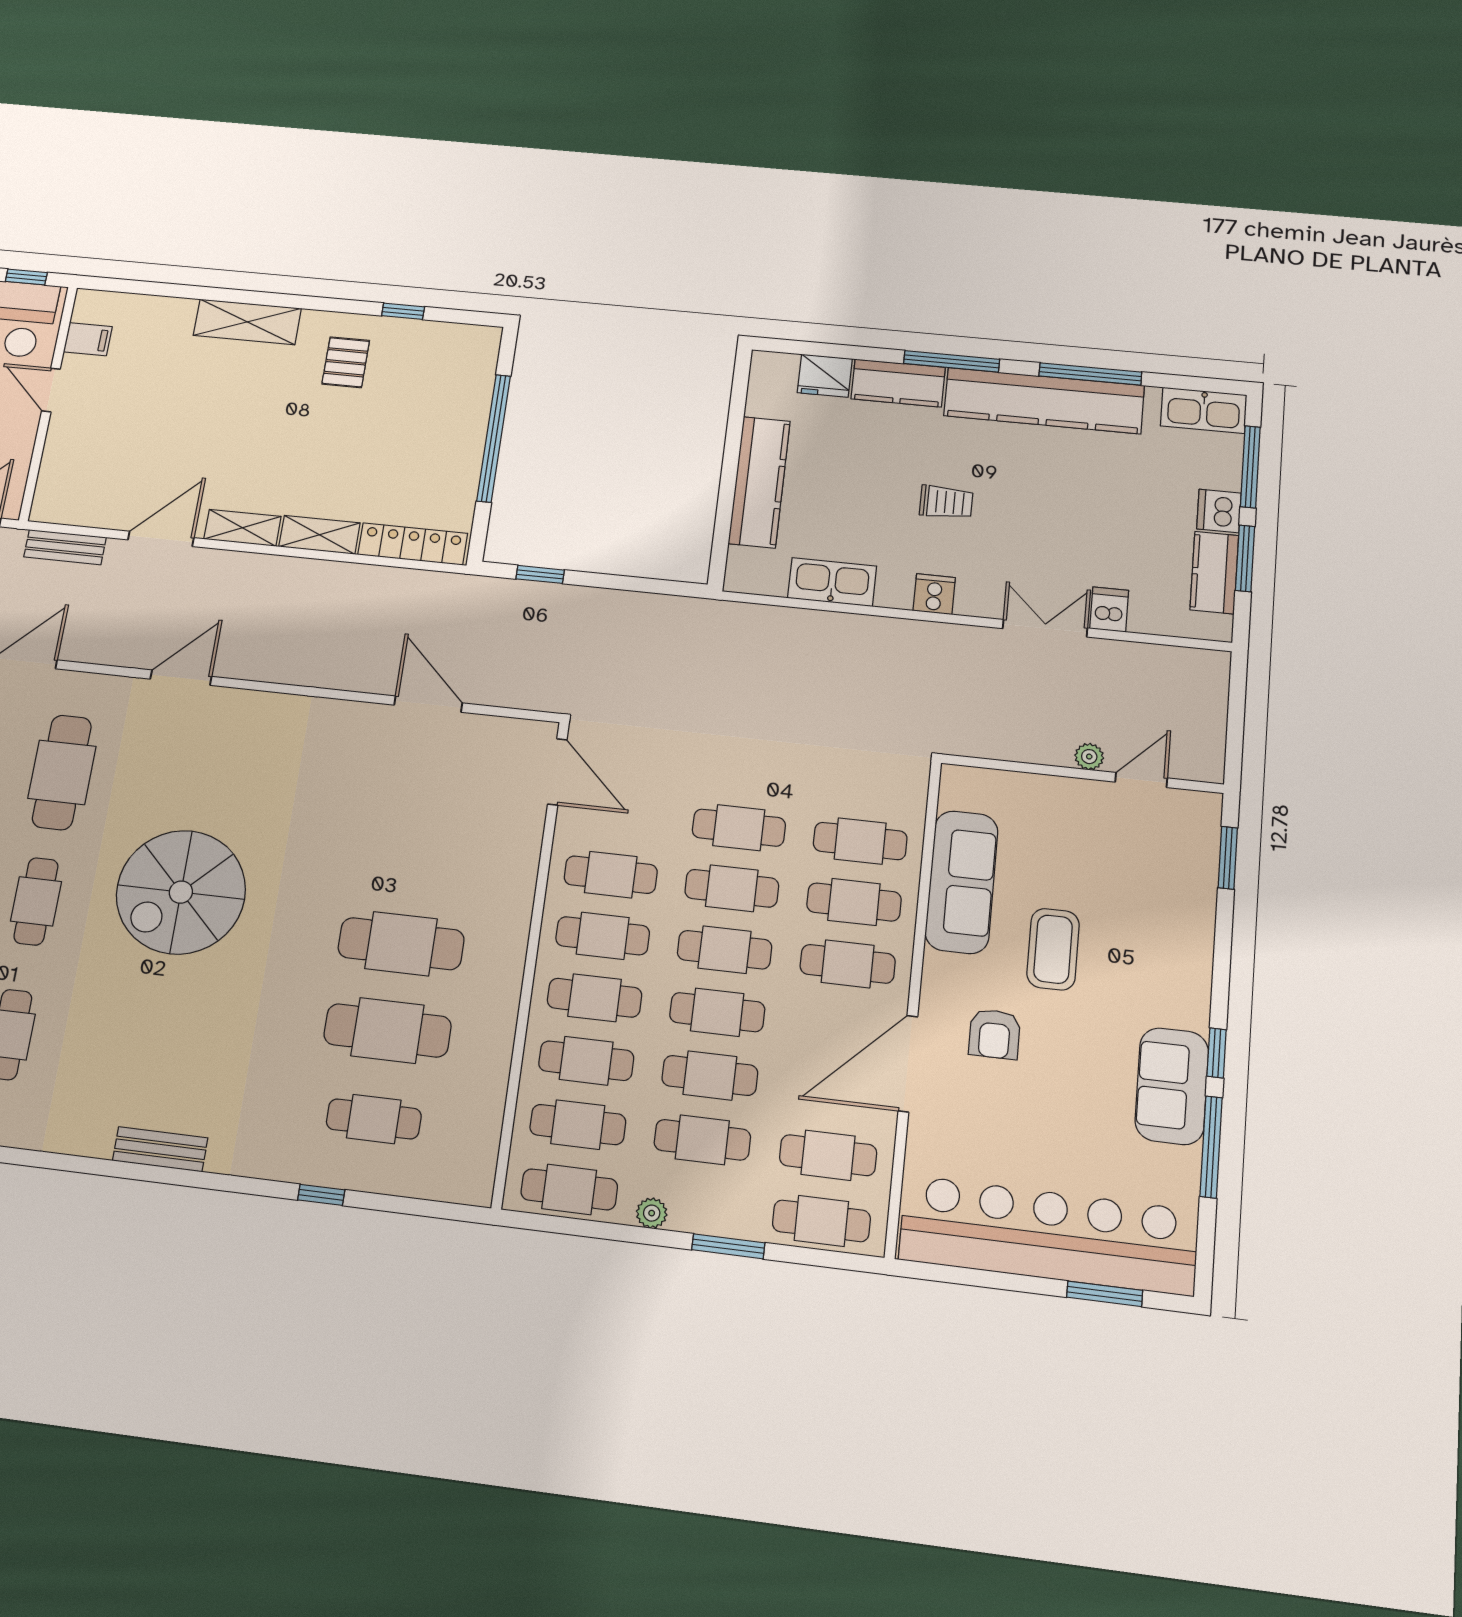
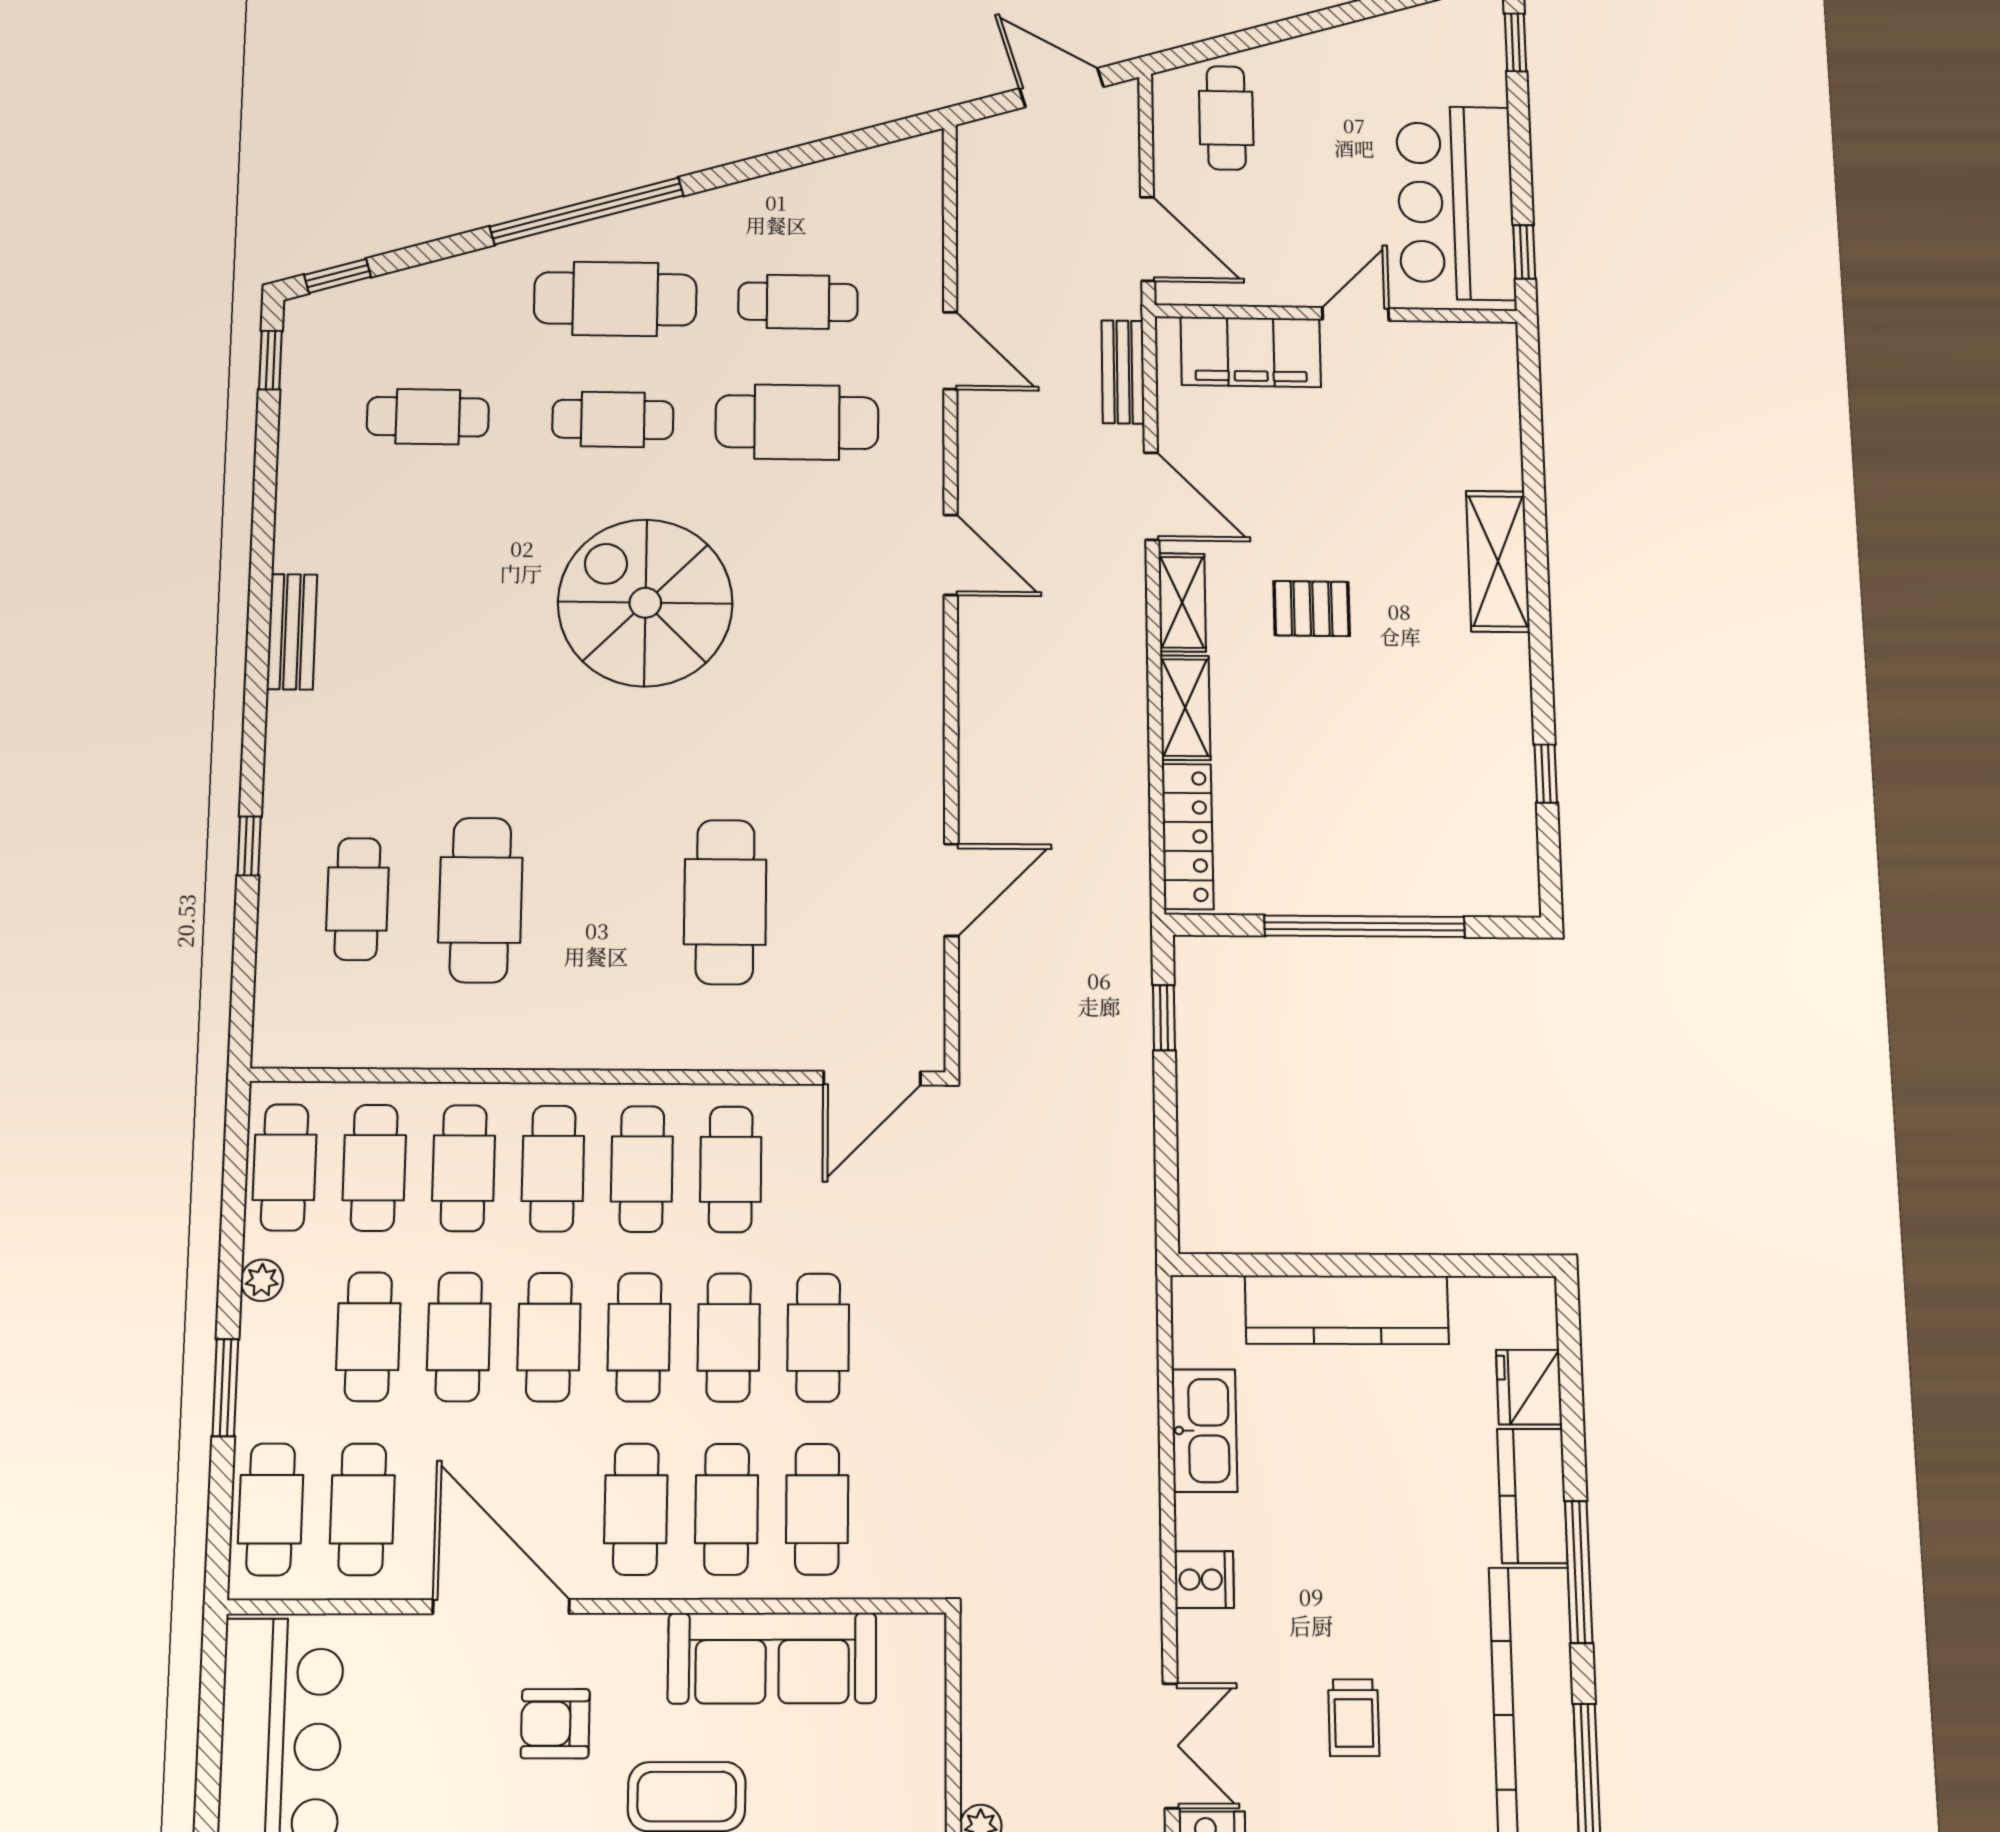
filing cabinet: (88, 339) -> (1251, 352), moved, width x3.00, depth x1.17
pallet: (346, 362) -> (1312, 609), moved
trolley: (946, 502) -> (1354, 1718), moved
cafe table: (401, 944) -> (725, 902), moved

